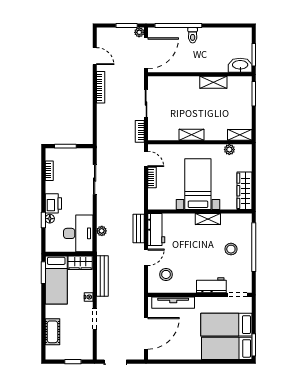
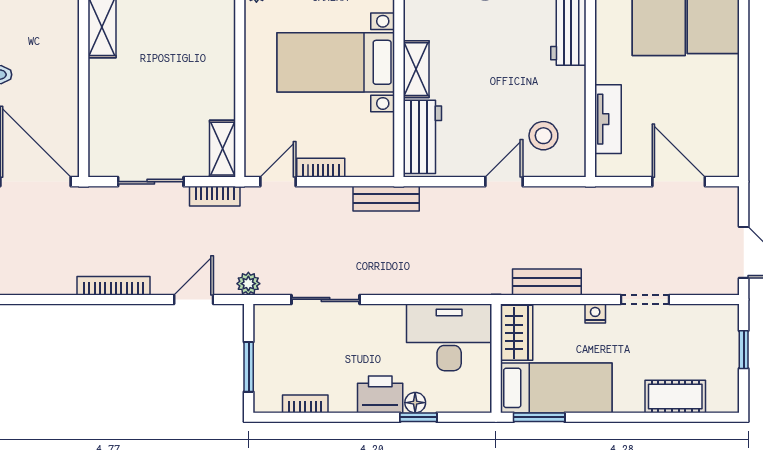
door: (95, 56) -> (194, 299), moved
shelving: (192, 135) -> (222, 149), moved
shelving: (208, 219) -> (416, 69), moved
bench: (139, 229) -> (386, 199), moved
workbench: (156, 230) -> (422, 137), moved, turned 90
plant: (102, 231) -> (248, 284), moved
door: (146, 257) -> (504, 182), hinge flipped
bench: (102, 276) -> (547, 282), width x0.73
tv unit: (173, 303) -> (608, 119), width x0.71
door: (146, 333) -> (679, 182), width x0.73

